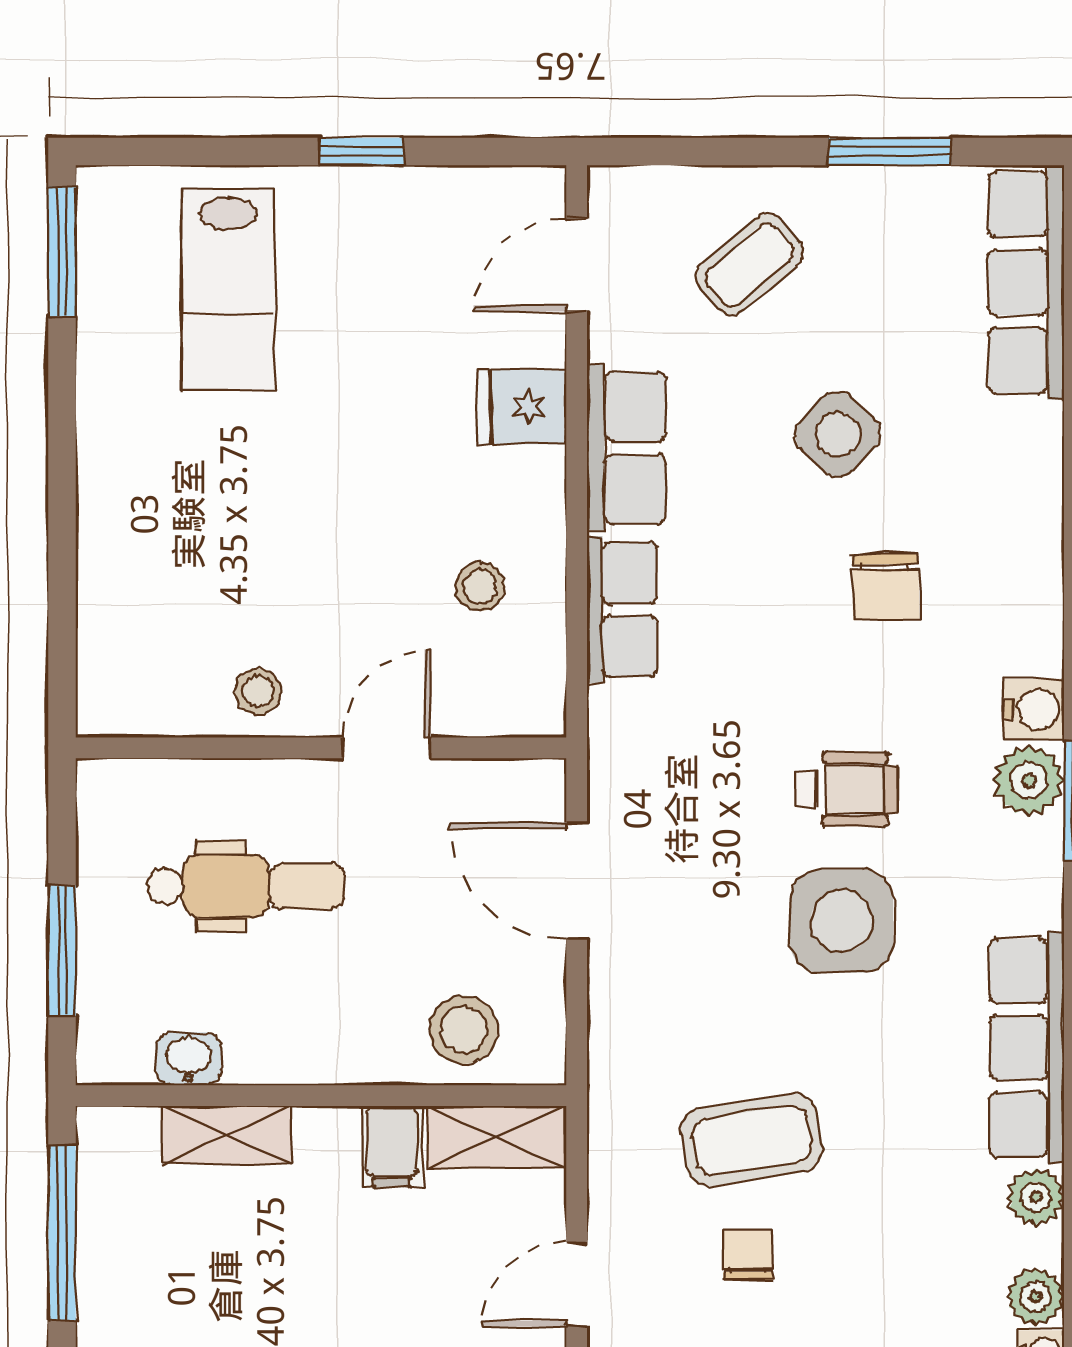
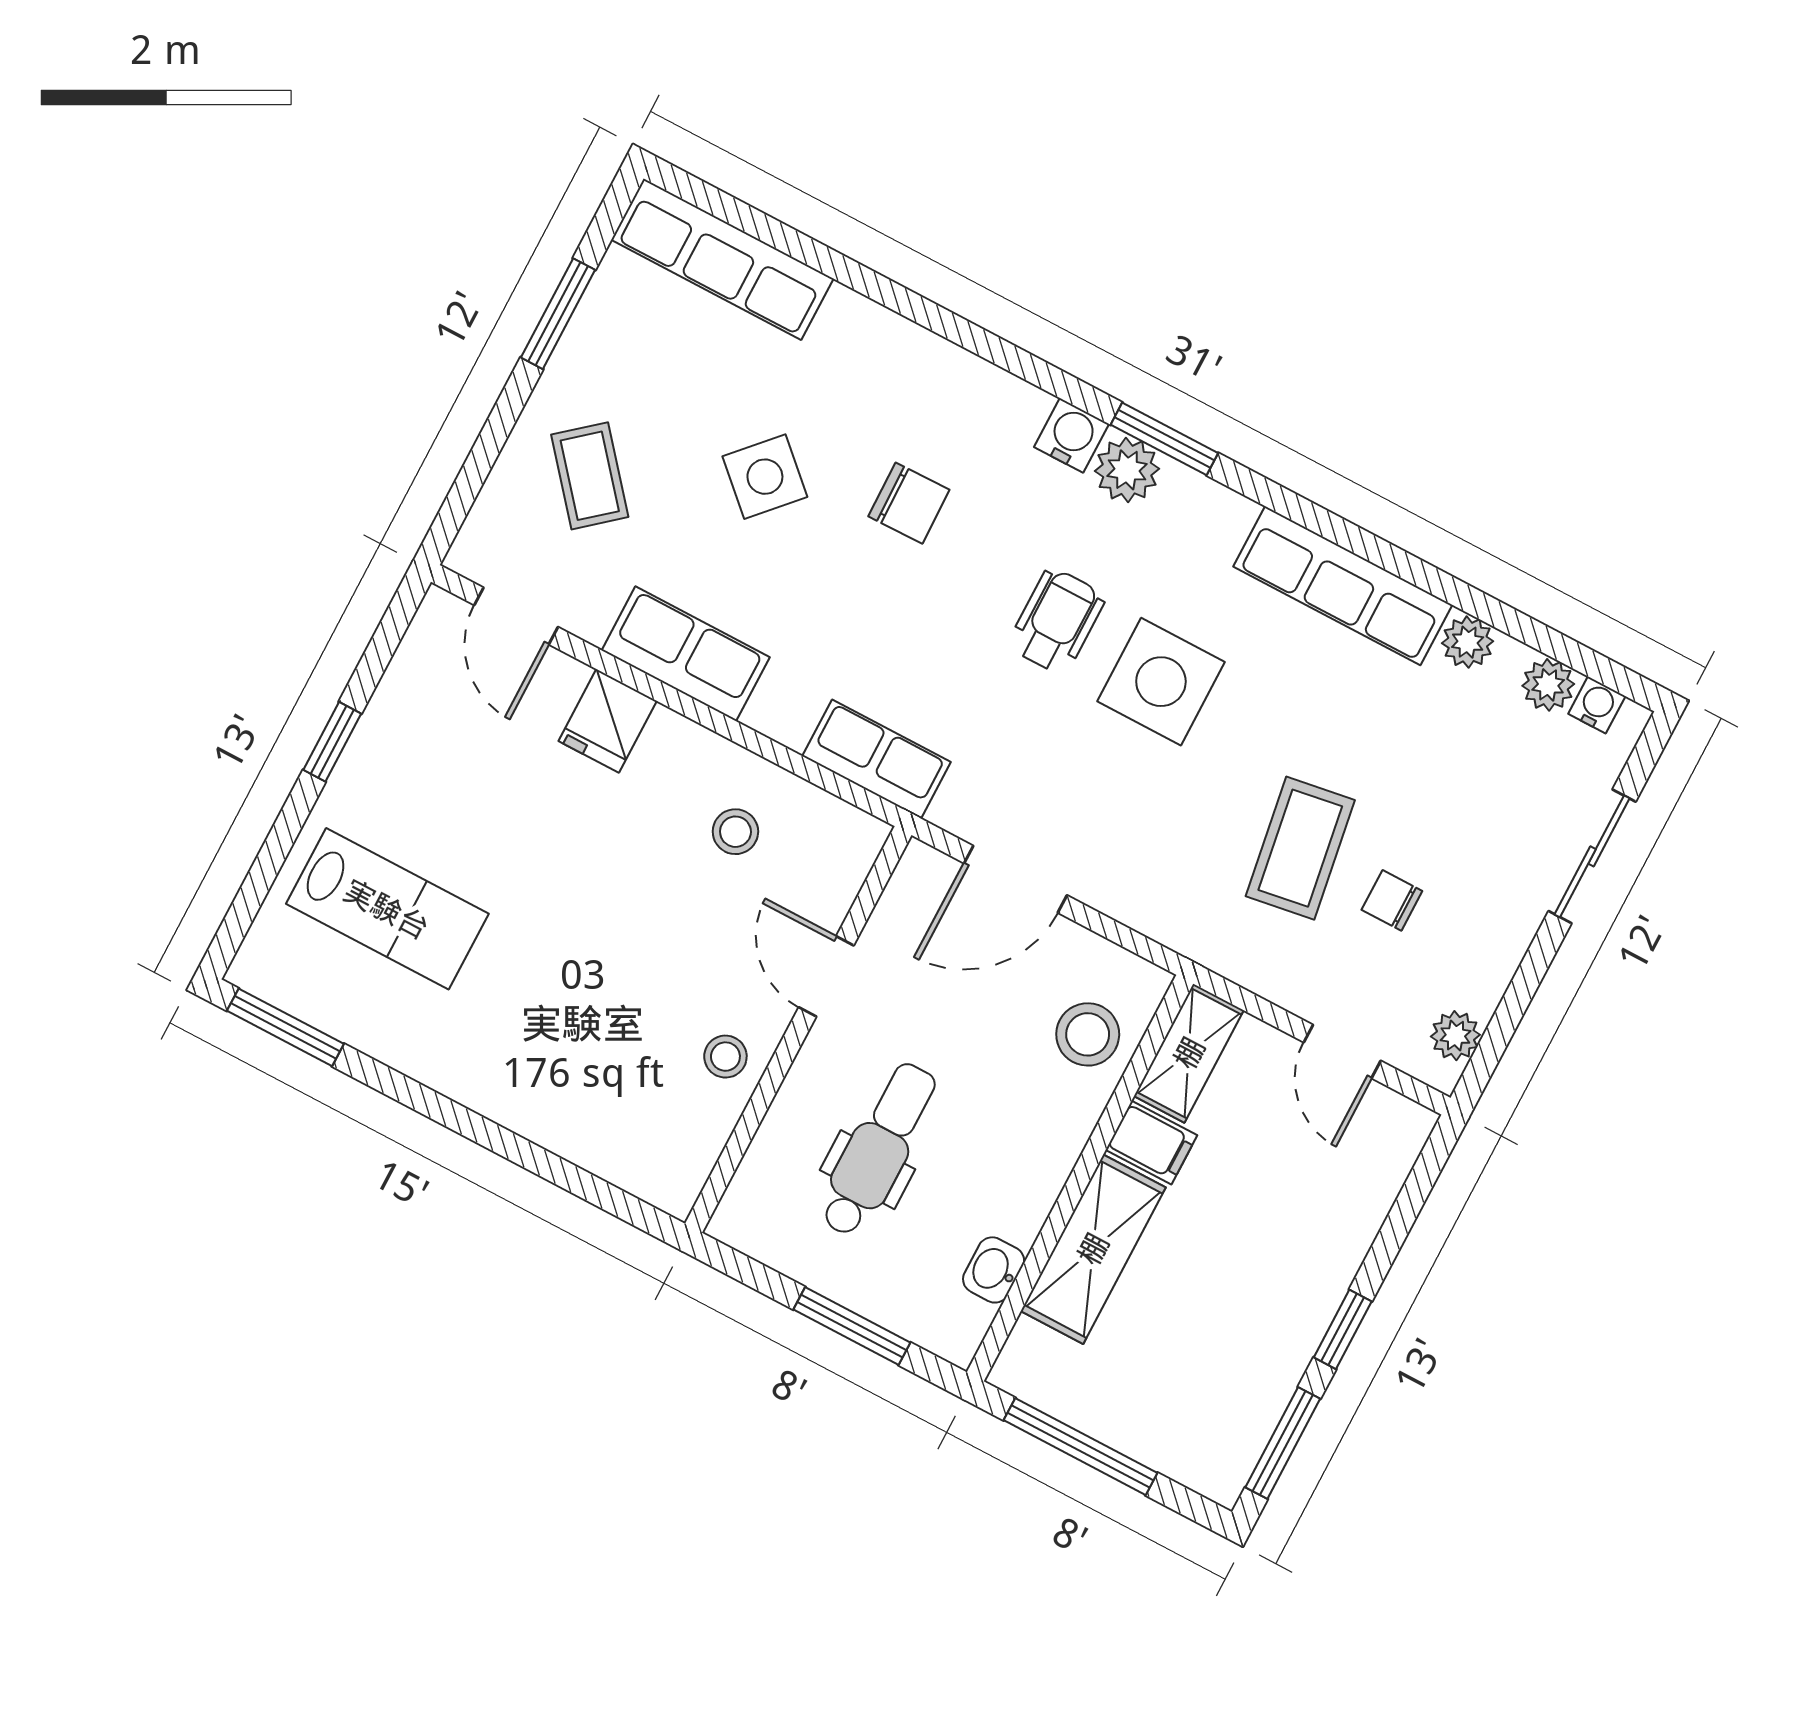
row of seats: (622, 610) -> (877, 759), moved
shelving: (227, 1135) -> (1093, 1249), width x1.50, depth x1.33

